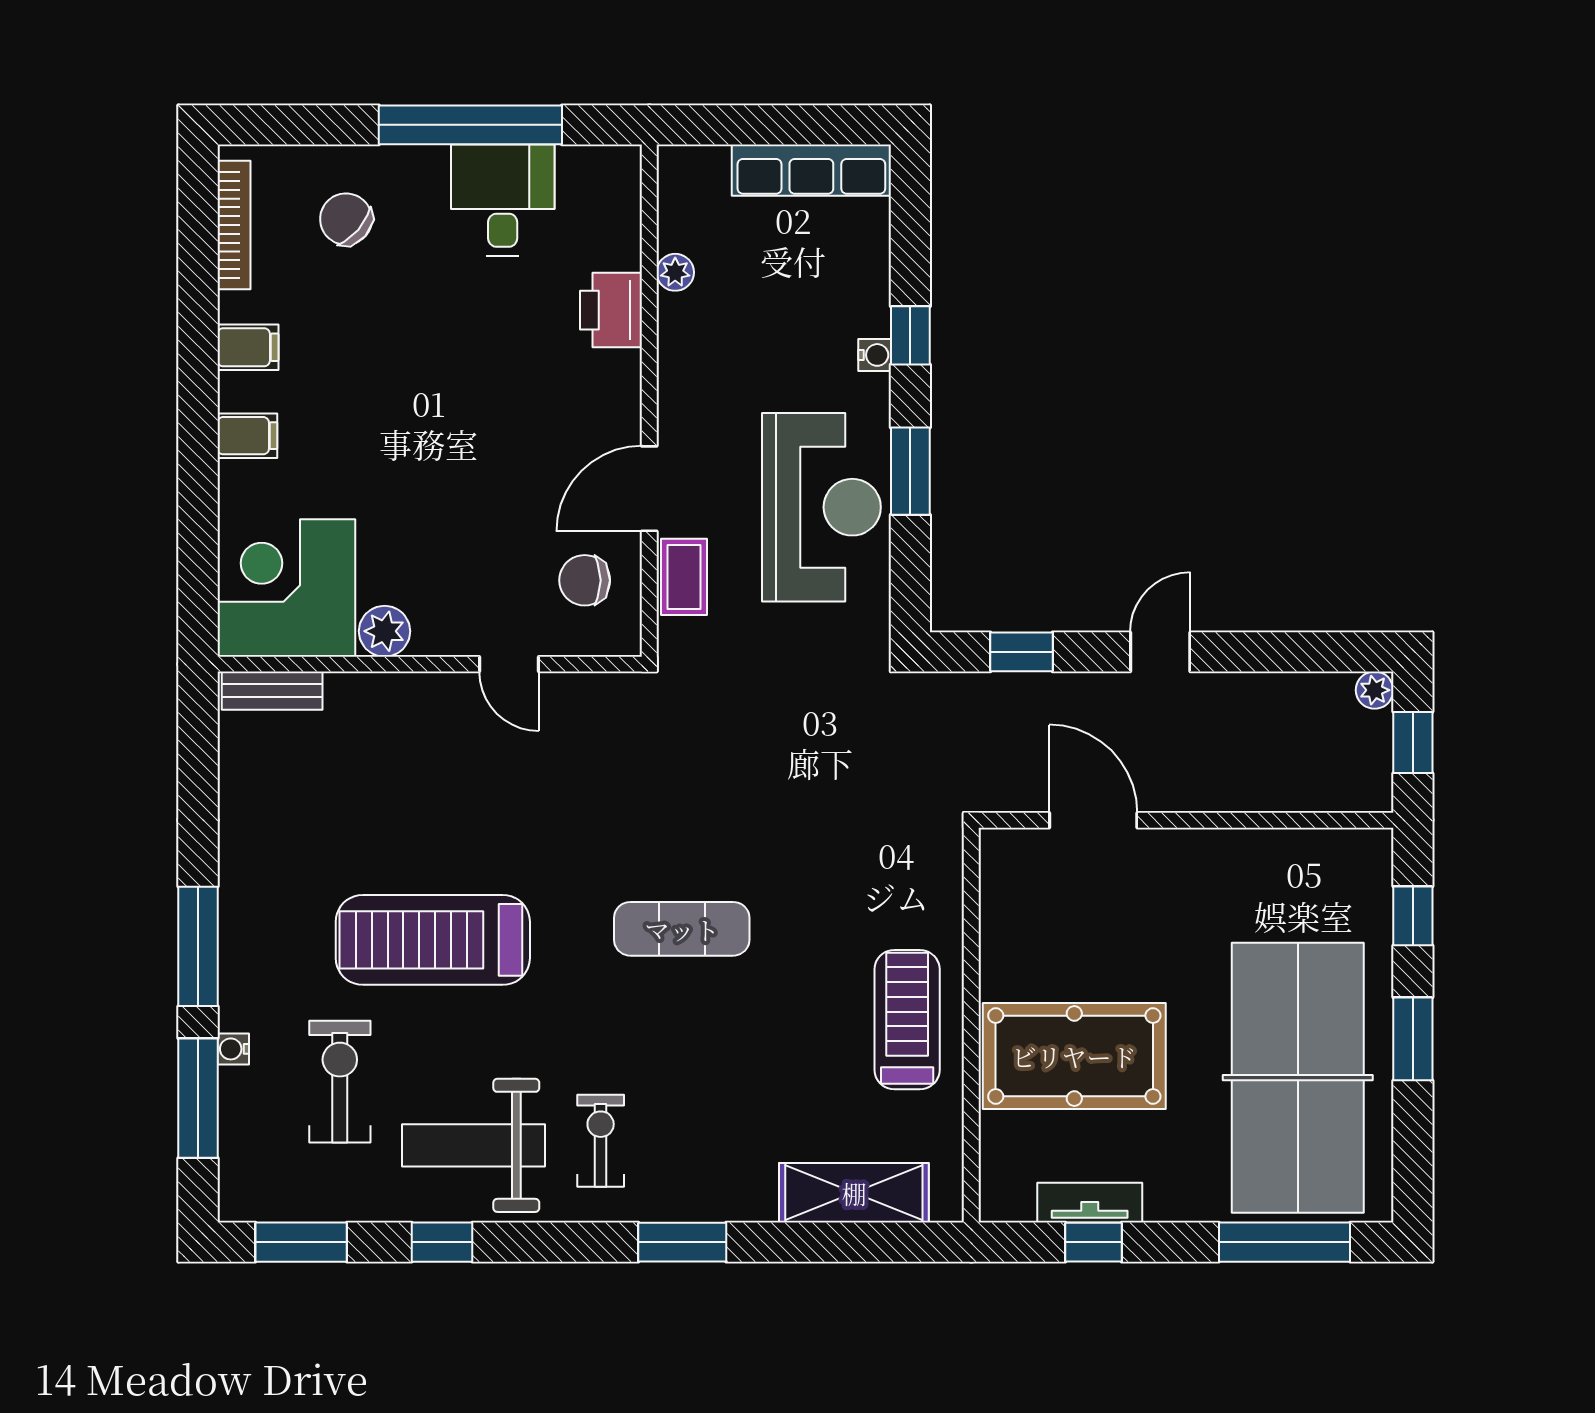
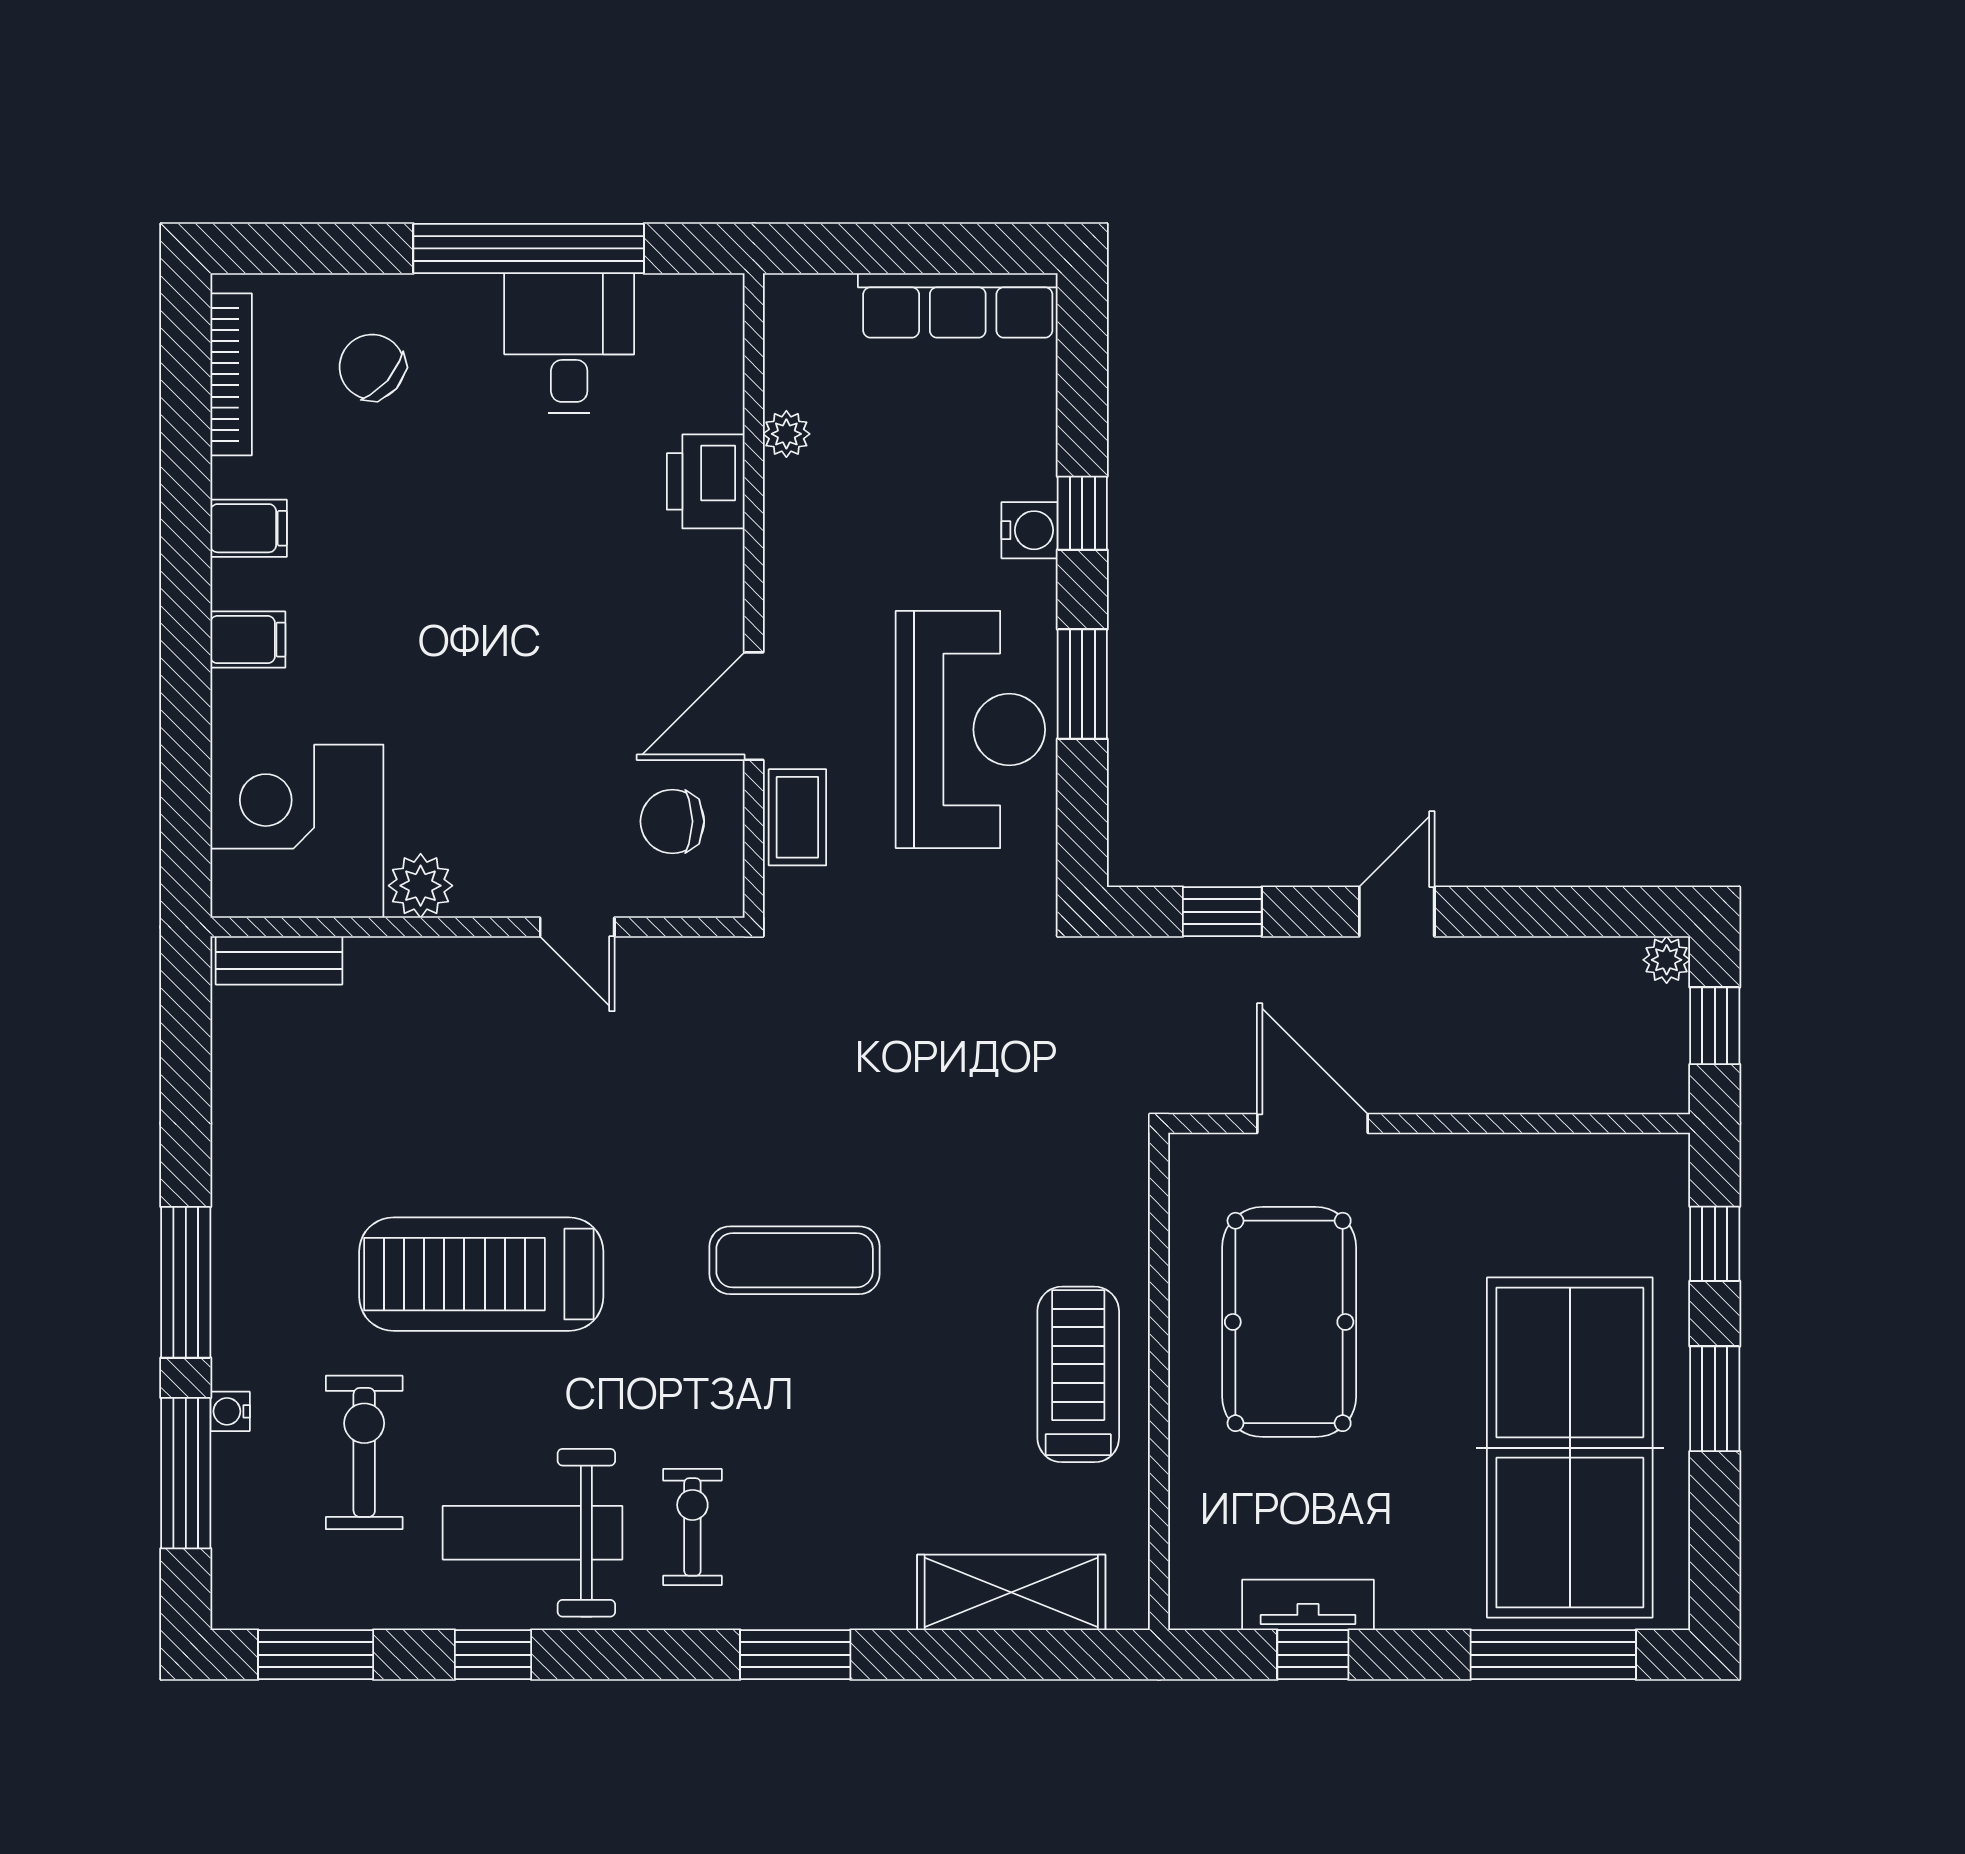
water cooler: (875, 355) -> (1030, 530), width x1.38, depth x1.38
pool table: (1074, 1056) -> (1289, 1322), moved, turned 90

